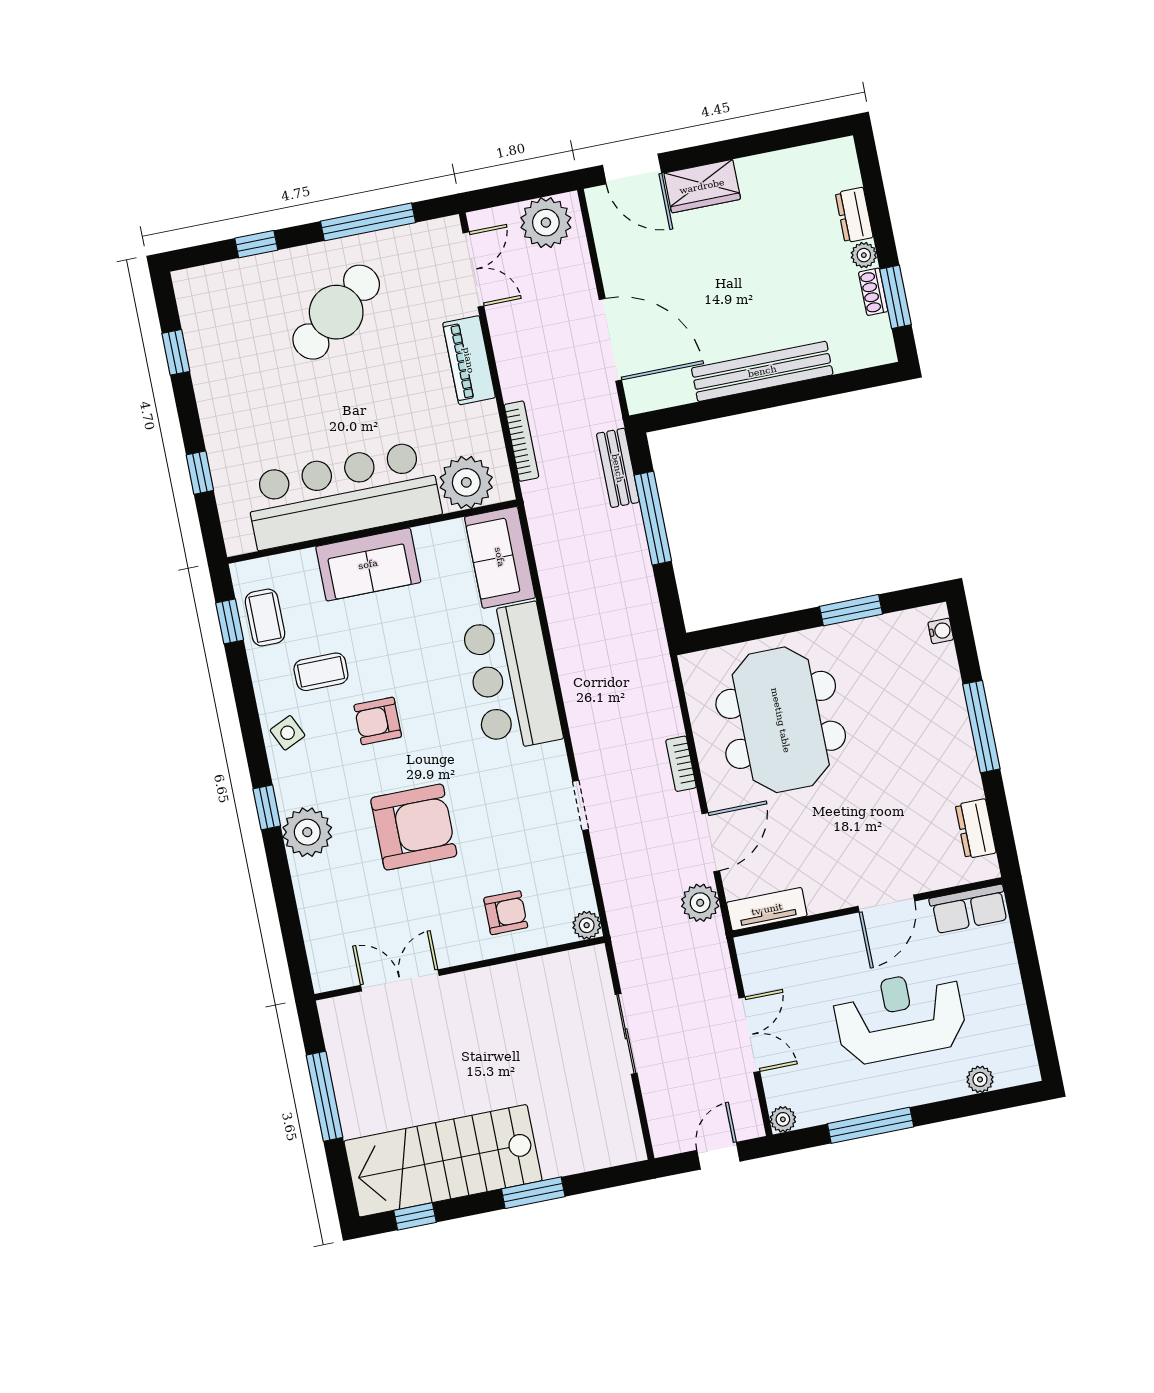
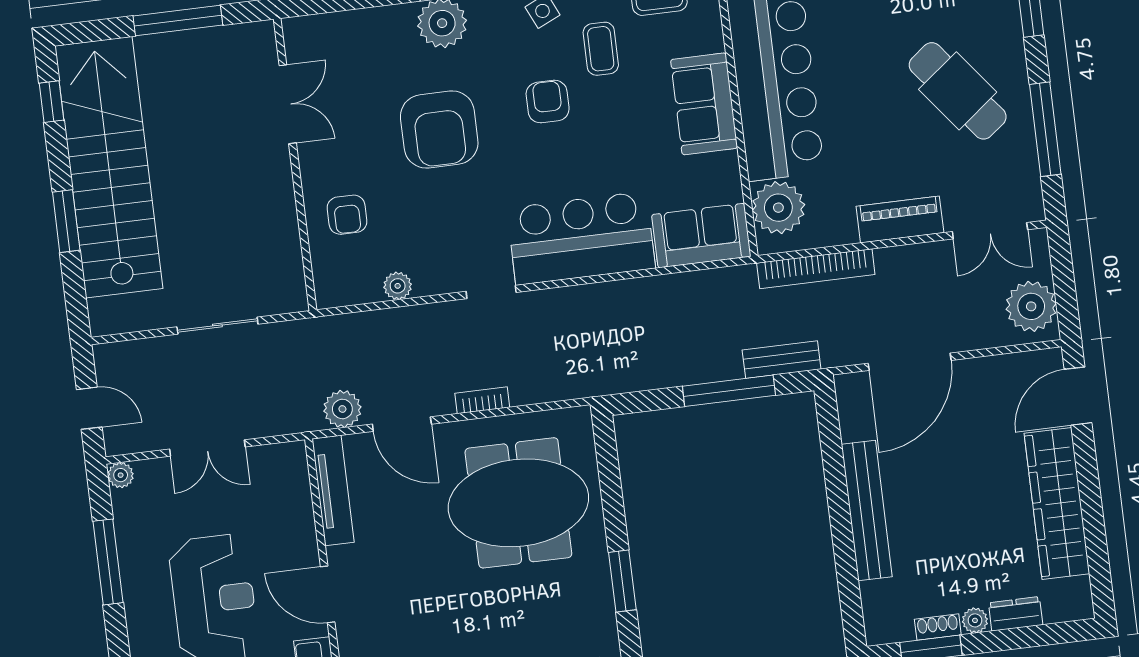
wardrobe: (702, 186) -> (1057, 504), width x2.10, depth x1.17
bookcase: (521, 441) -> (816, 269), width x1.48, depth x1.31
doorway: (581, 805) -> (491, 292), moved
tv unit: (767, 909) -> (333, 490), width x1.41
plant: (587, 925) -> (398, 286), moved
stairs: (443, 1161) -> (109, 167), width x1.36

